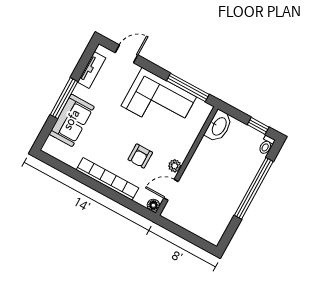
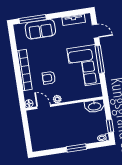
window: (188, 87) -> (100, 59), moved
window: (64, 98) -> (33, 19), moved
window: (254, 188) -> (76, 148), width x0.47

